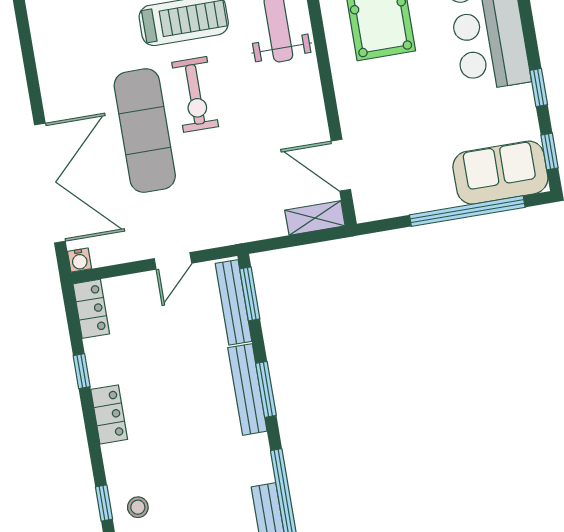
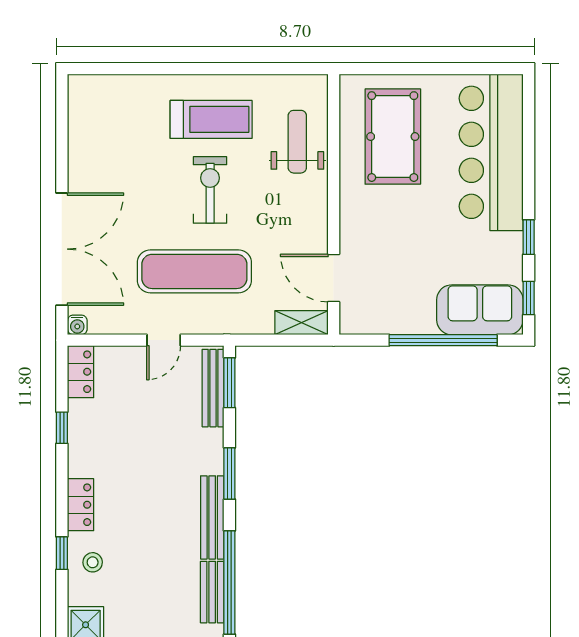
exercise bike: (195, 94) -> (210, 190), turned 180
exercise mat: (145, 131) -> (194, 271), moved, turned 90
bench: (247, 389) -> (212, 517), moved
locker: (109, 414) -> (81, 505), moved

